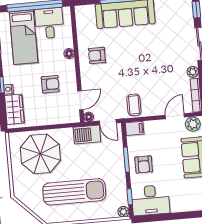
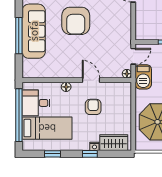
armchair: (97, 55) -> (76, 21), moved, width x1.88, depth x1.88
door: (80, 100) -> (91, 80), moved
coffee table: (134, 105) -> (119, 30), removed
filing cabinet: (135, 128) -> (141, 32), removed

